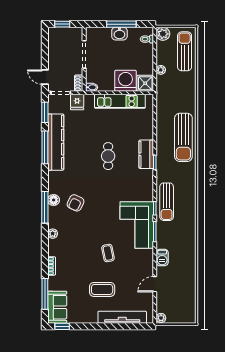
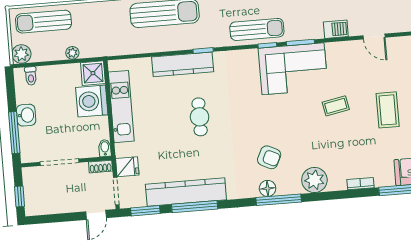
window: (121, 24) -> (14, 133), moved
kitchen counter: (146, 154) -> (183, 64), width x1.50
cafe table: (108, 156) -> (200, 117), turned 90
plant: (53, 234) -> (314, 180), width x1.88, depth x1.88

